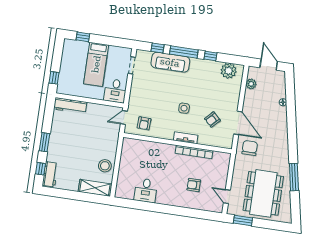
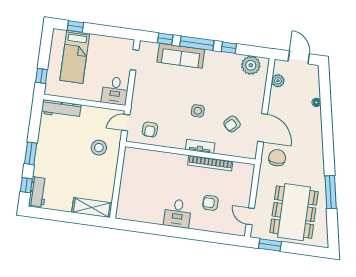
bed: (96, 64) -> (75, 57), moved
stool: (105, 166) -> (99, 148), moved
desk: (146, 190) -> (178, 213), moved

